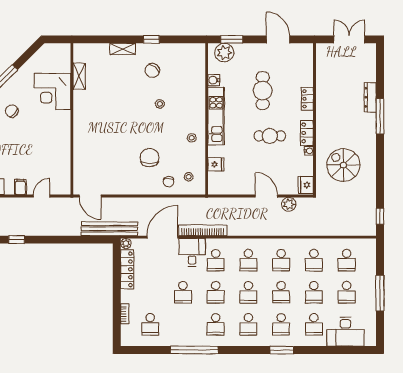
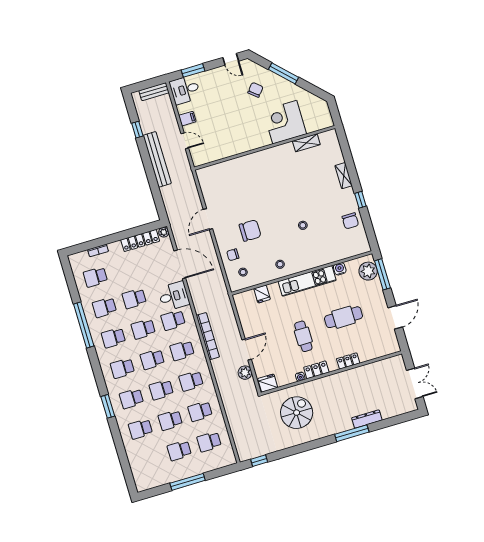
window: (232, 39) -> (382, 274), width x1.44
chair: (152, 71) -> (350, 221), moved, turned -133
door: (90, 196) -> (208, 219), moved
bench: (109, 229) -> (157, 159), moved
bookcase: (203, 230) -> (208, 336), moved
school desk: (183, 324) -> (104, 307), added
desk: (345, 332) -> (142, 460), removed

